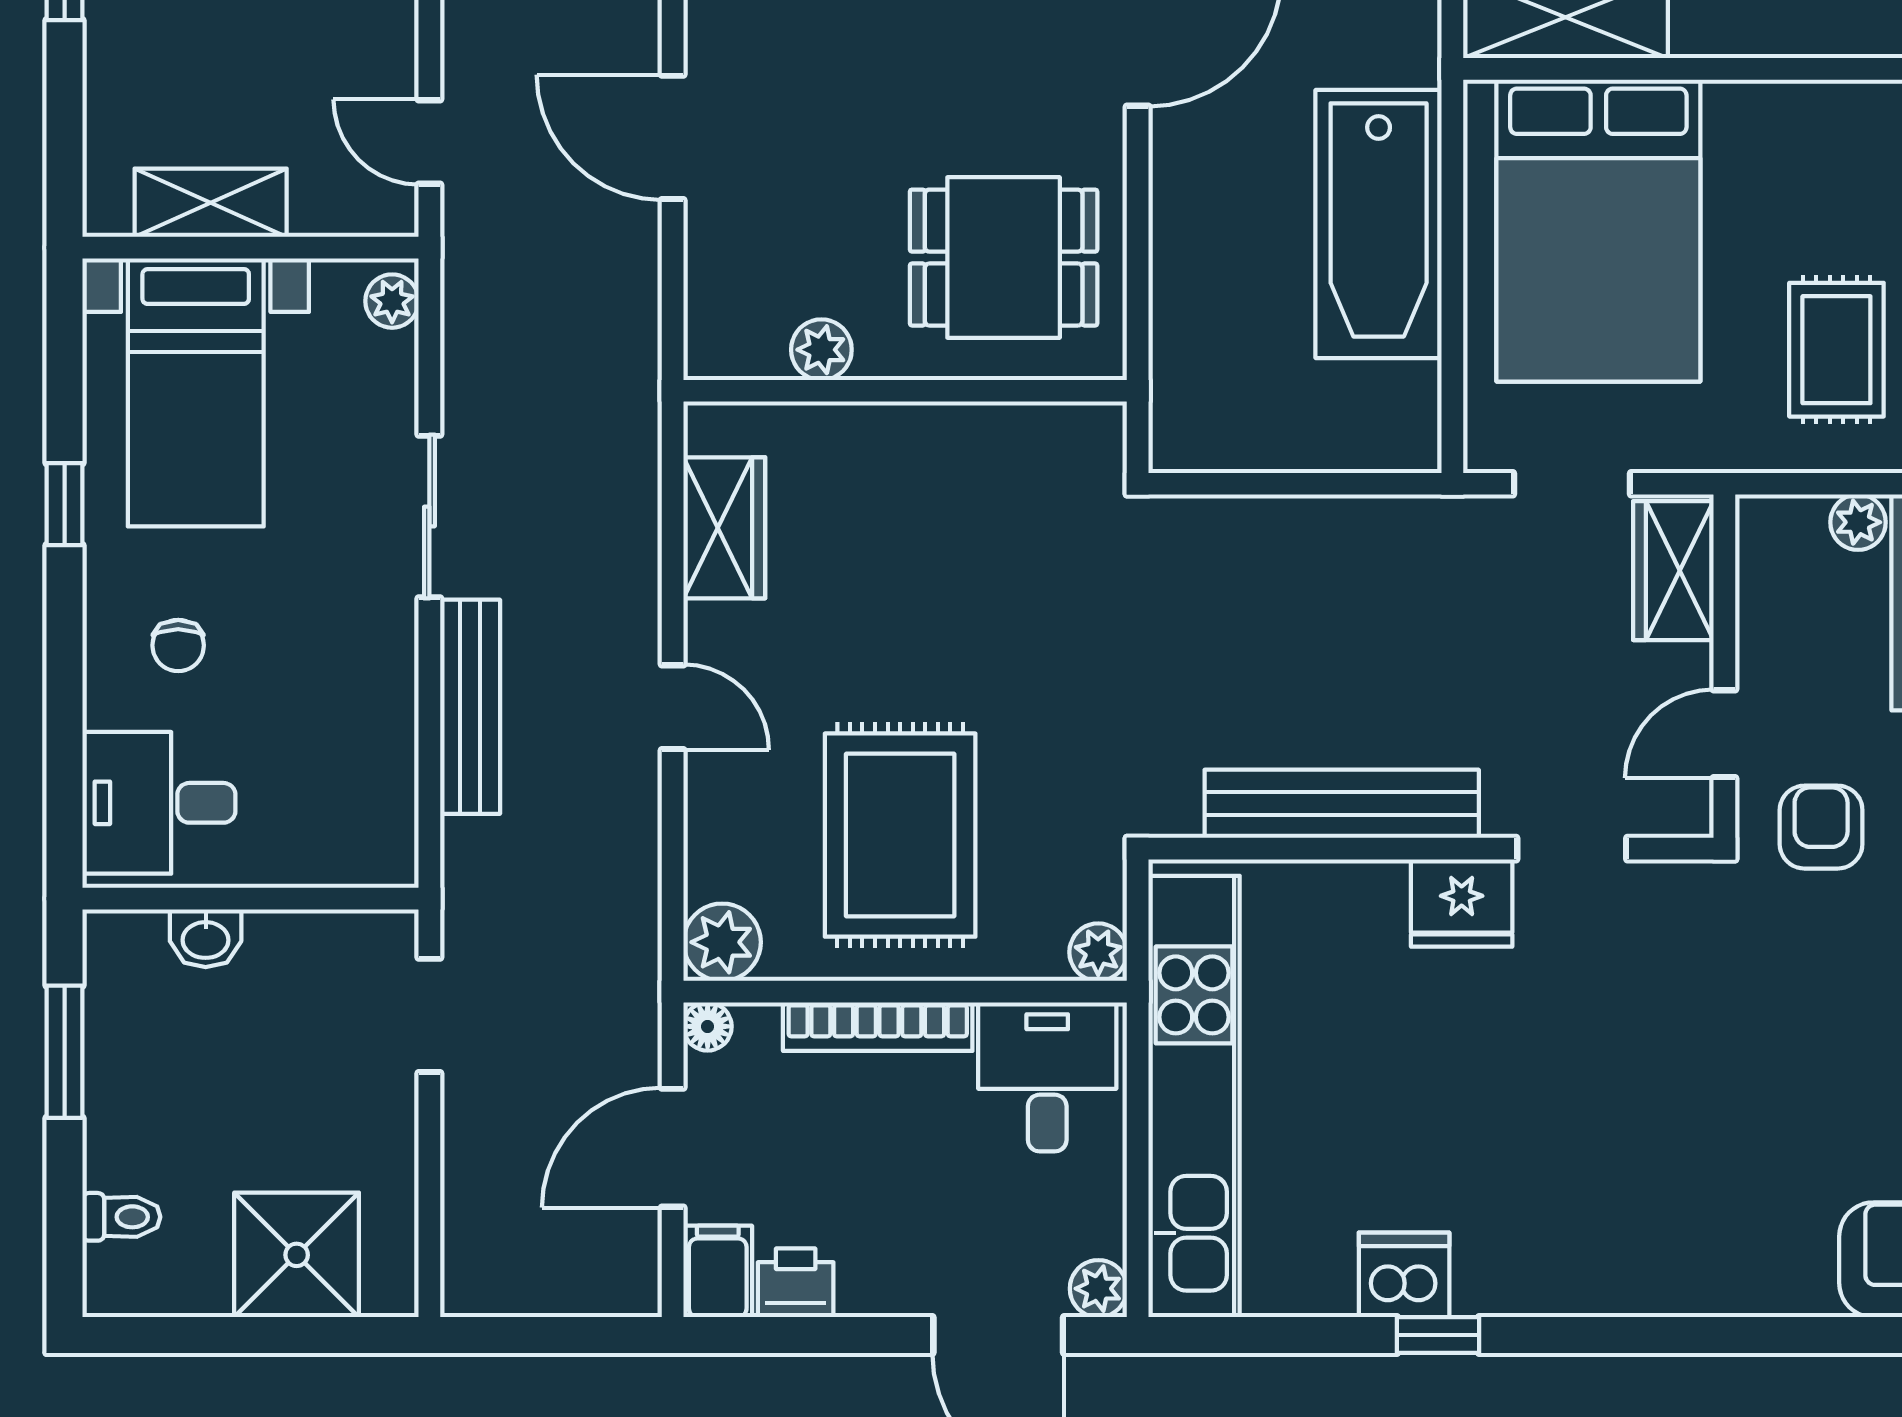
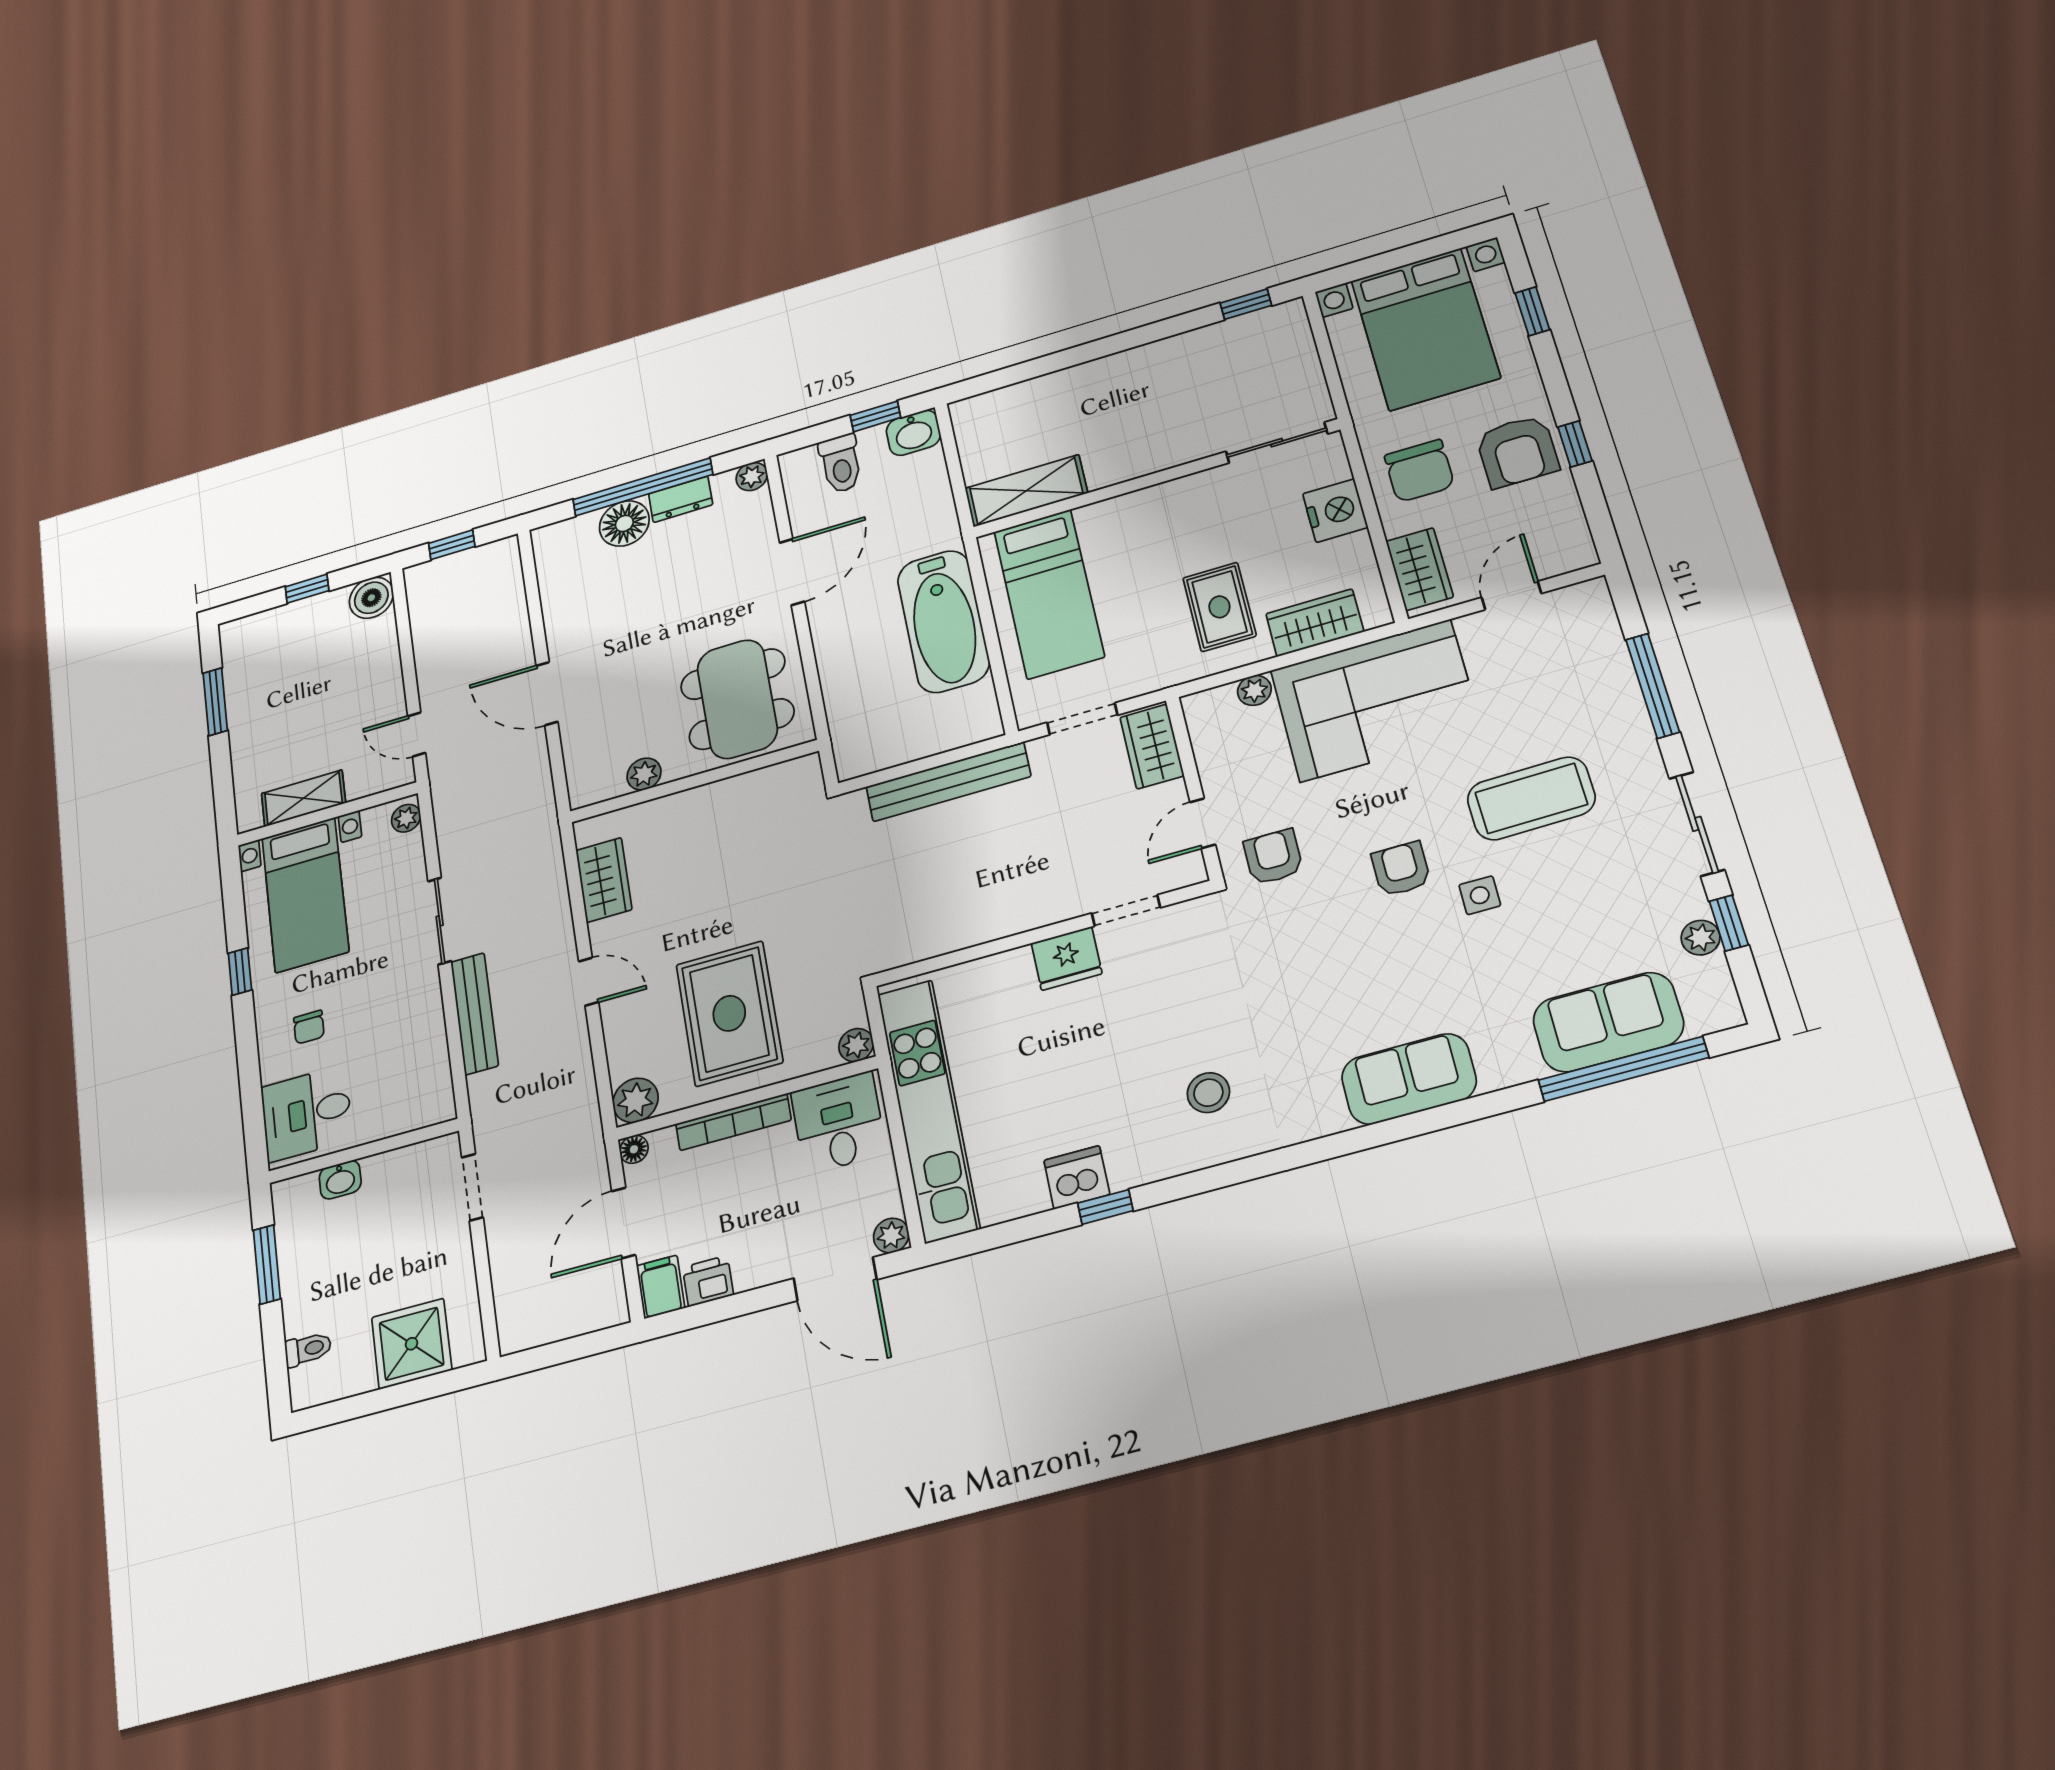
bed: (1598, 231) -> (1049, 594), width x0.67
dining table: (1004, 258) -> (737, 699), width x1.38
bench: (1342, 804) -> (948, 782), moved
stool: (1634, 1194) -> (1208, 1093), added

